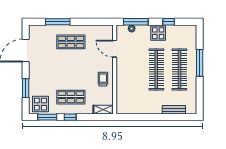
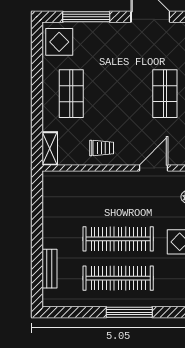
window: (26, 88) -> (86, 17), width x1.44
window: (47, 117) -> (37, 53), removed
window: (70, 117) -> (37, 92), removed

